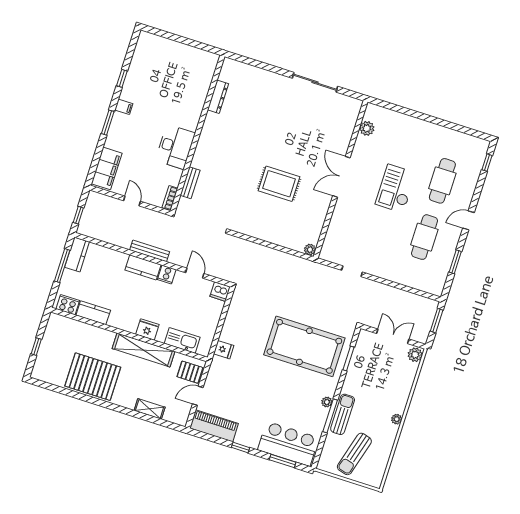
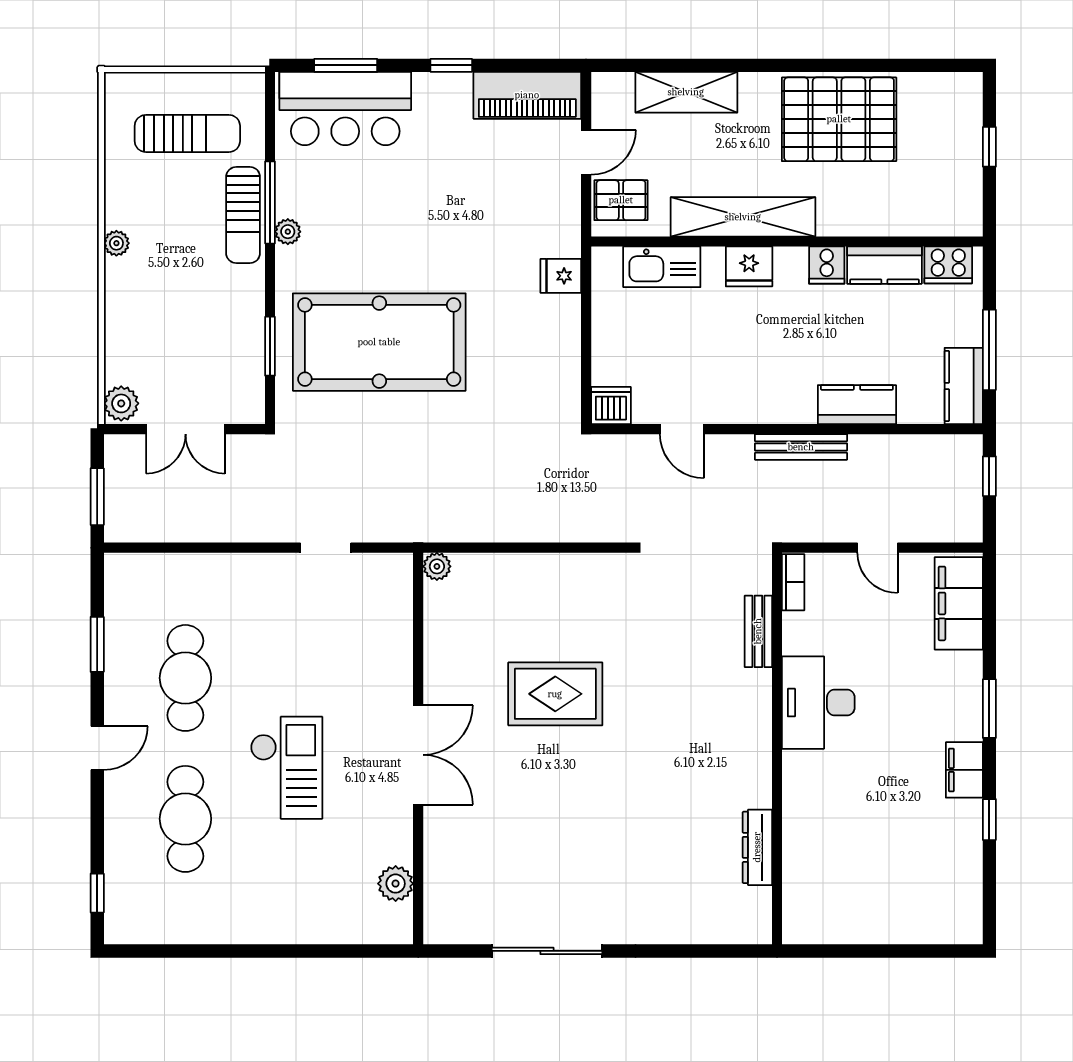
filing cabinet: (124, 107) -> (964, 770), width x2.00
kitchen counter: (143, 267) -> (857, 405), moved
cooker: (167, 275) -> (827, 265), moved, turned 180
shelving: (150, 409) -> (686, 92), width x1.50, depth x1.33
sun lounger: (354, 454) -> (187, 133), turned 74

